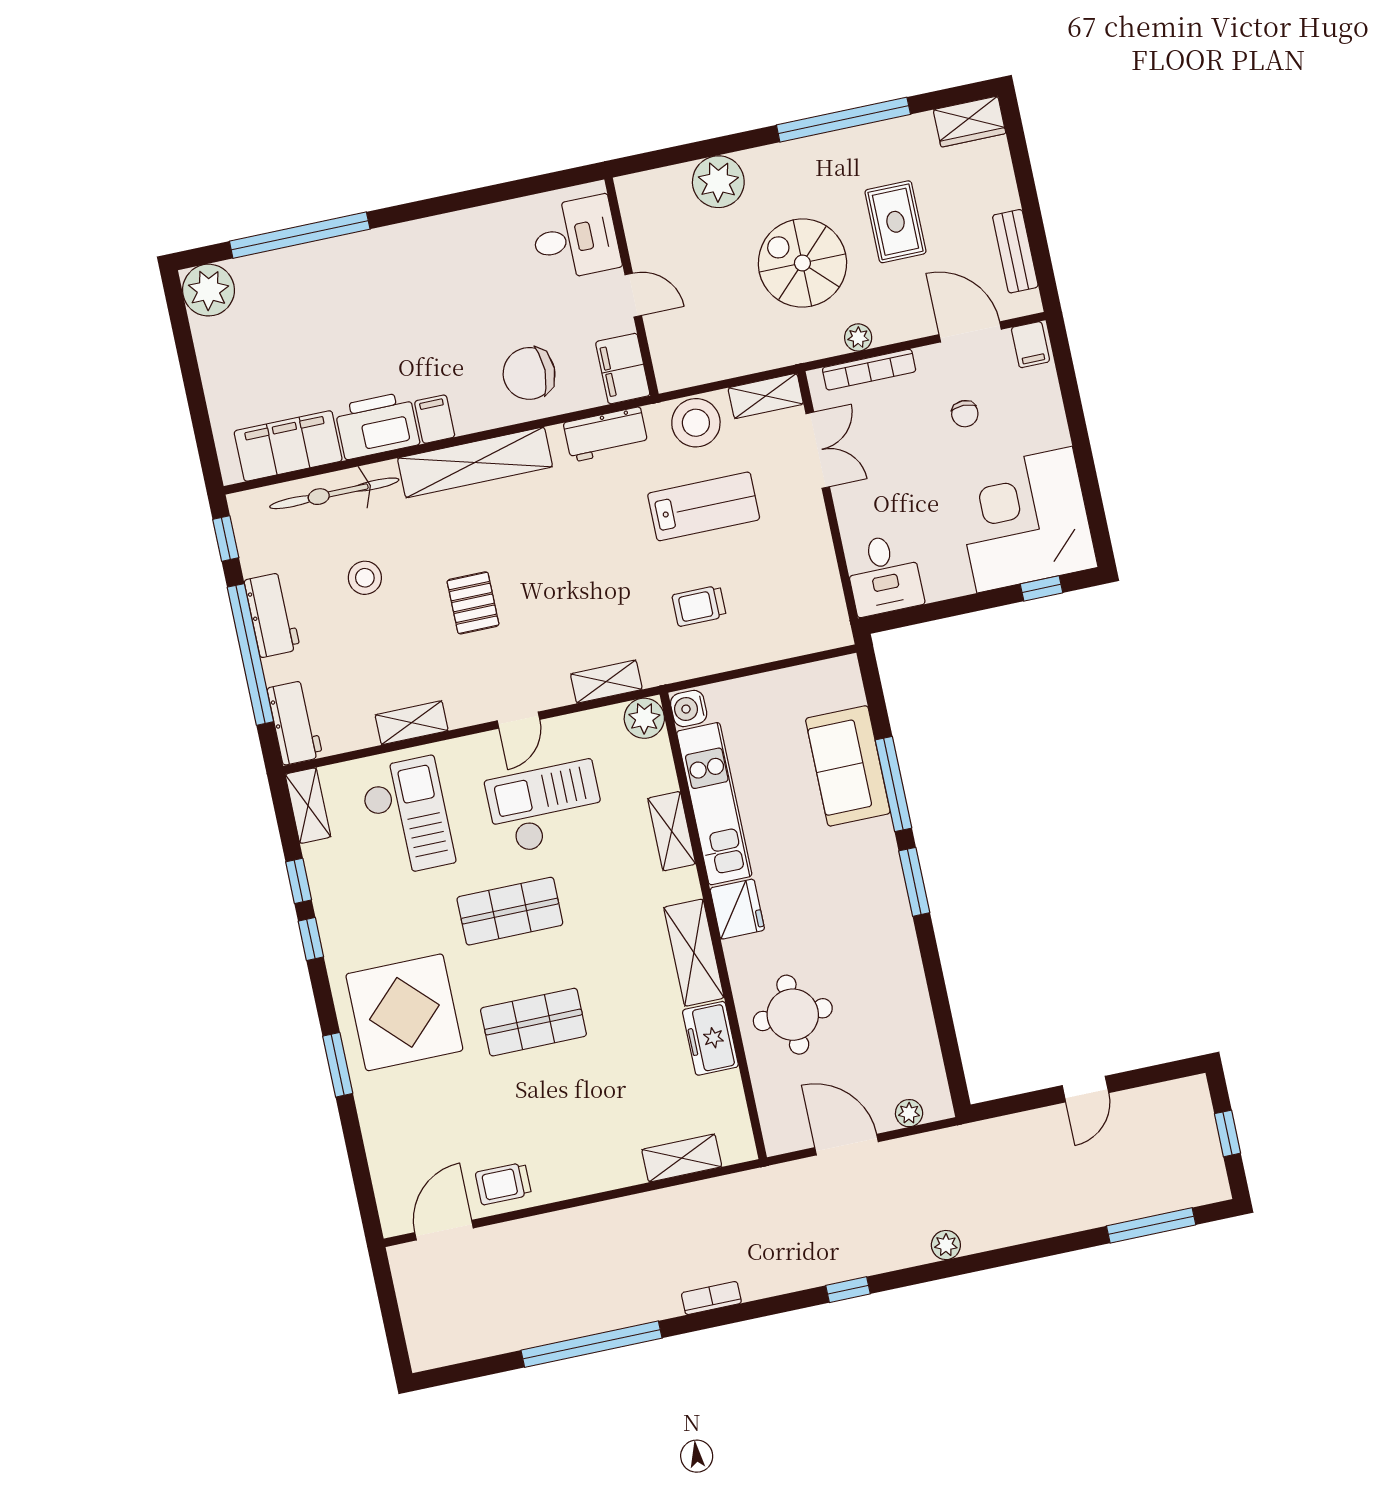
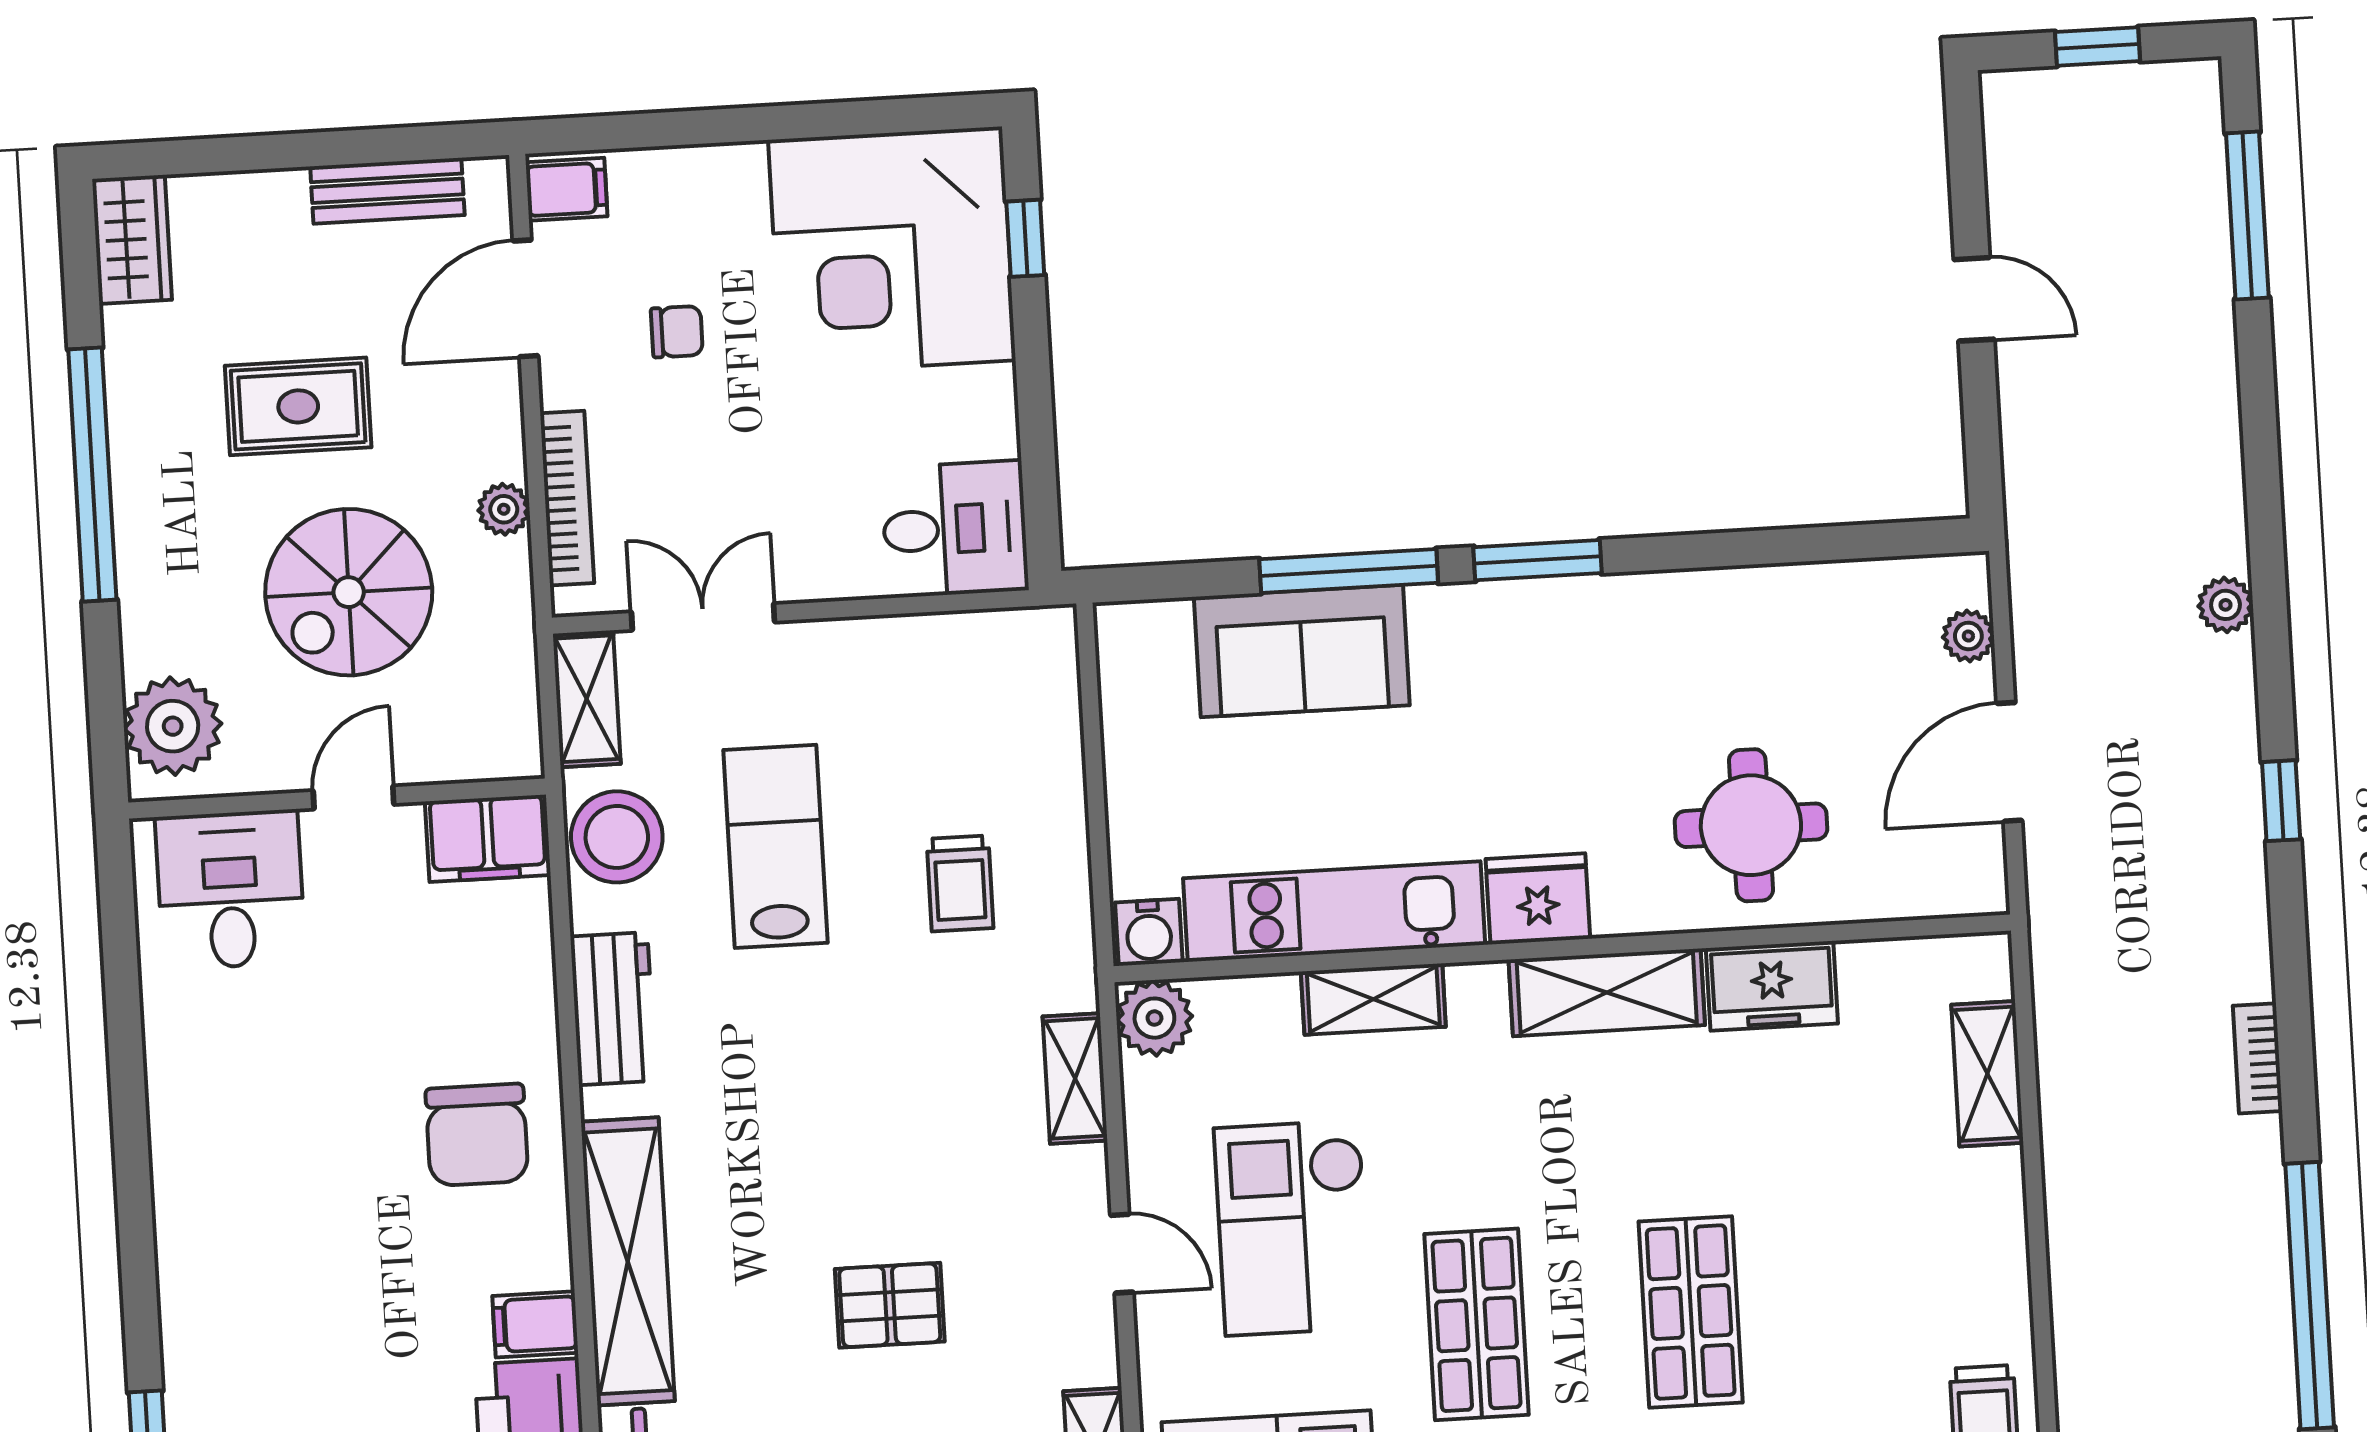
desk: (575, 238) -> (230, 890), moved
wall: (632, 287) -> (337, 798), moved
door: (633, 295) -> (353, 798), moved
filing cabinet: (623, 369) -> (488, 838), moved

